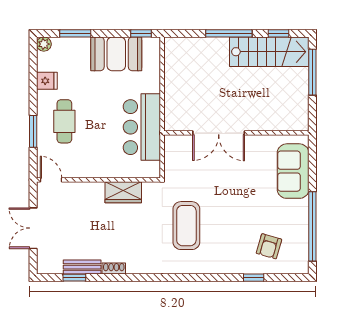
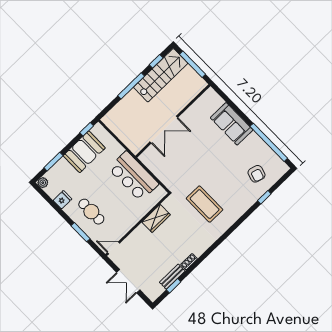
double door: (219, 133) -> (164, 130), moved
wall: (236, 133) -> (173, 121), moved

